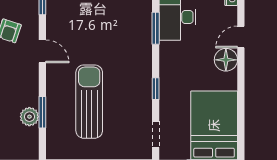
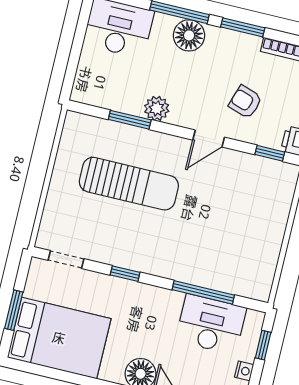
window: (156, 28) -> (203, 292), width x1.44
plant: (29, 117) -> (157, 108), moved

